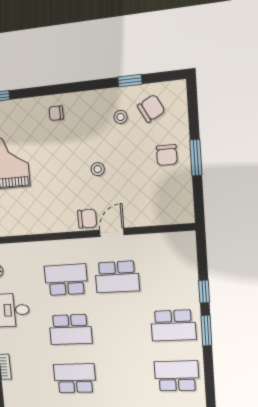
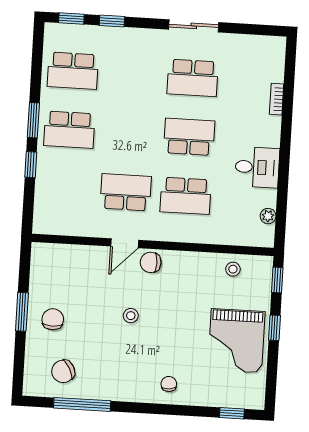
window: (130, 81) -> (82, 404), width x2.17
chair: (56, 113) -> (169, 384), turned -97
stool: (121, 117) -> (233, 269), moved
school desk: (173, 325) -> (69, 130), turned 180

